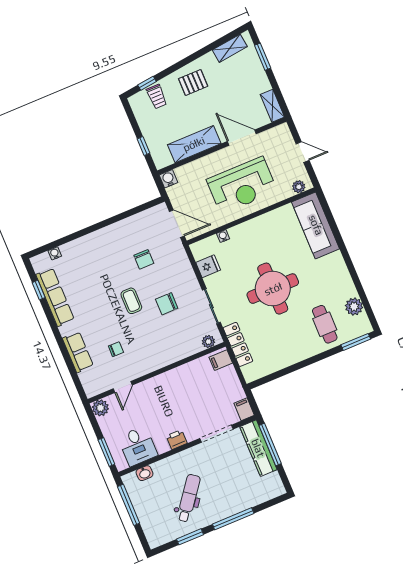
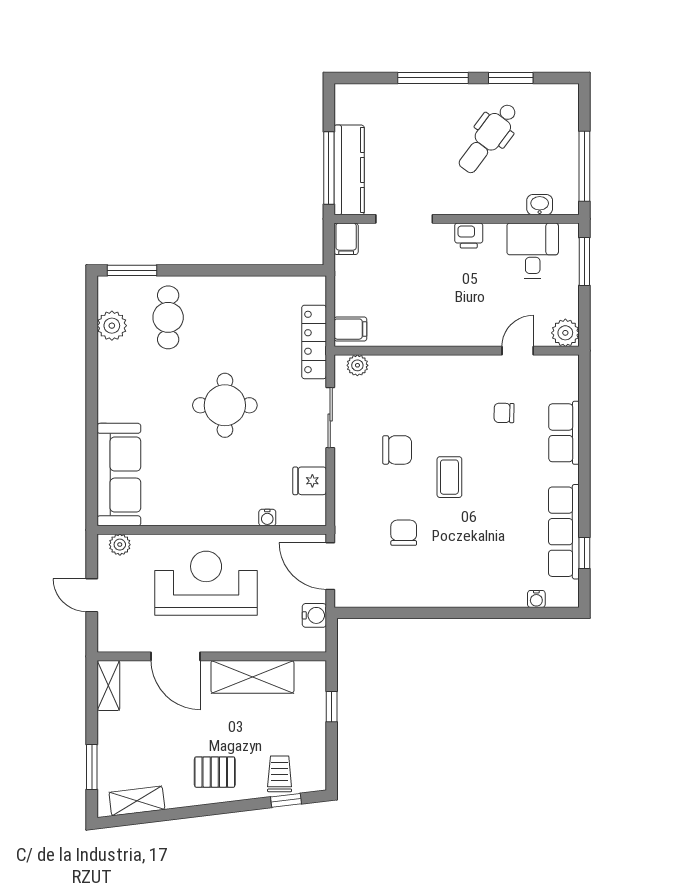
water cooler: (168, 179) -> (314, 615), moved, turned -90
round table: (273, 289) -> (225, 405), width x0.73, depth x0.73

